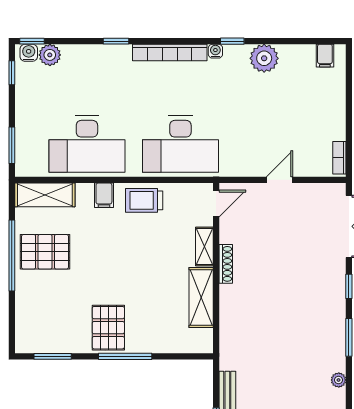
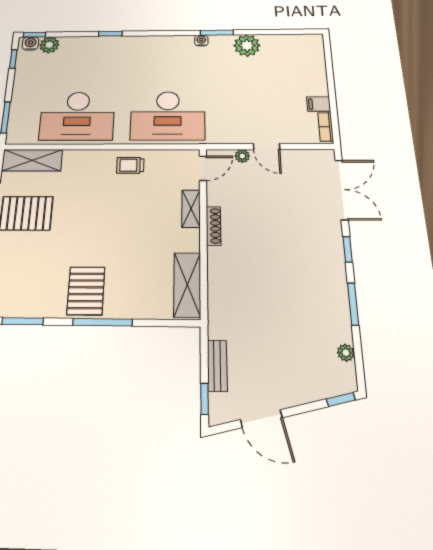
window: (232, 41) -> (217, 33), width x1.50
bookcase: (170, 53) -> (159, 42), removed
filing cabinet: (325, 56) -> (319, 104), moved, turned 90
door: (279, 180) -> (267, 147), swing flipped
plant: (255, 190) -> (242, 156), added
filing cabinet: (104, 195) -> (90, 161), removed
trolley: (144, 200) -> (130, 165), width x0.73, depth x0.72
shelving: (201, 298) -> (187, 285), moved

